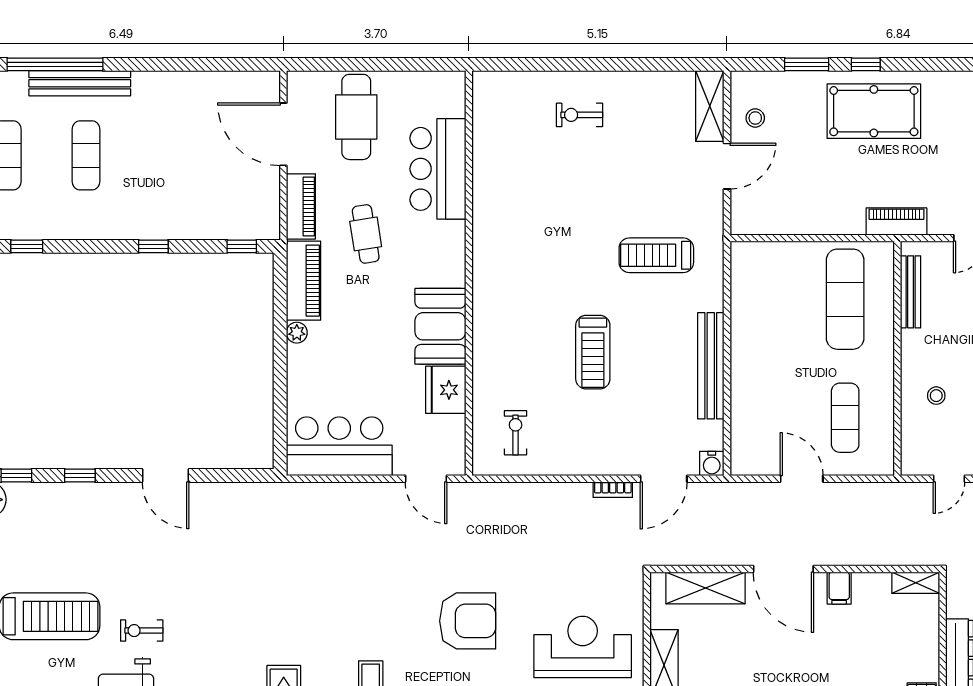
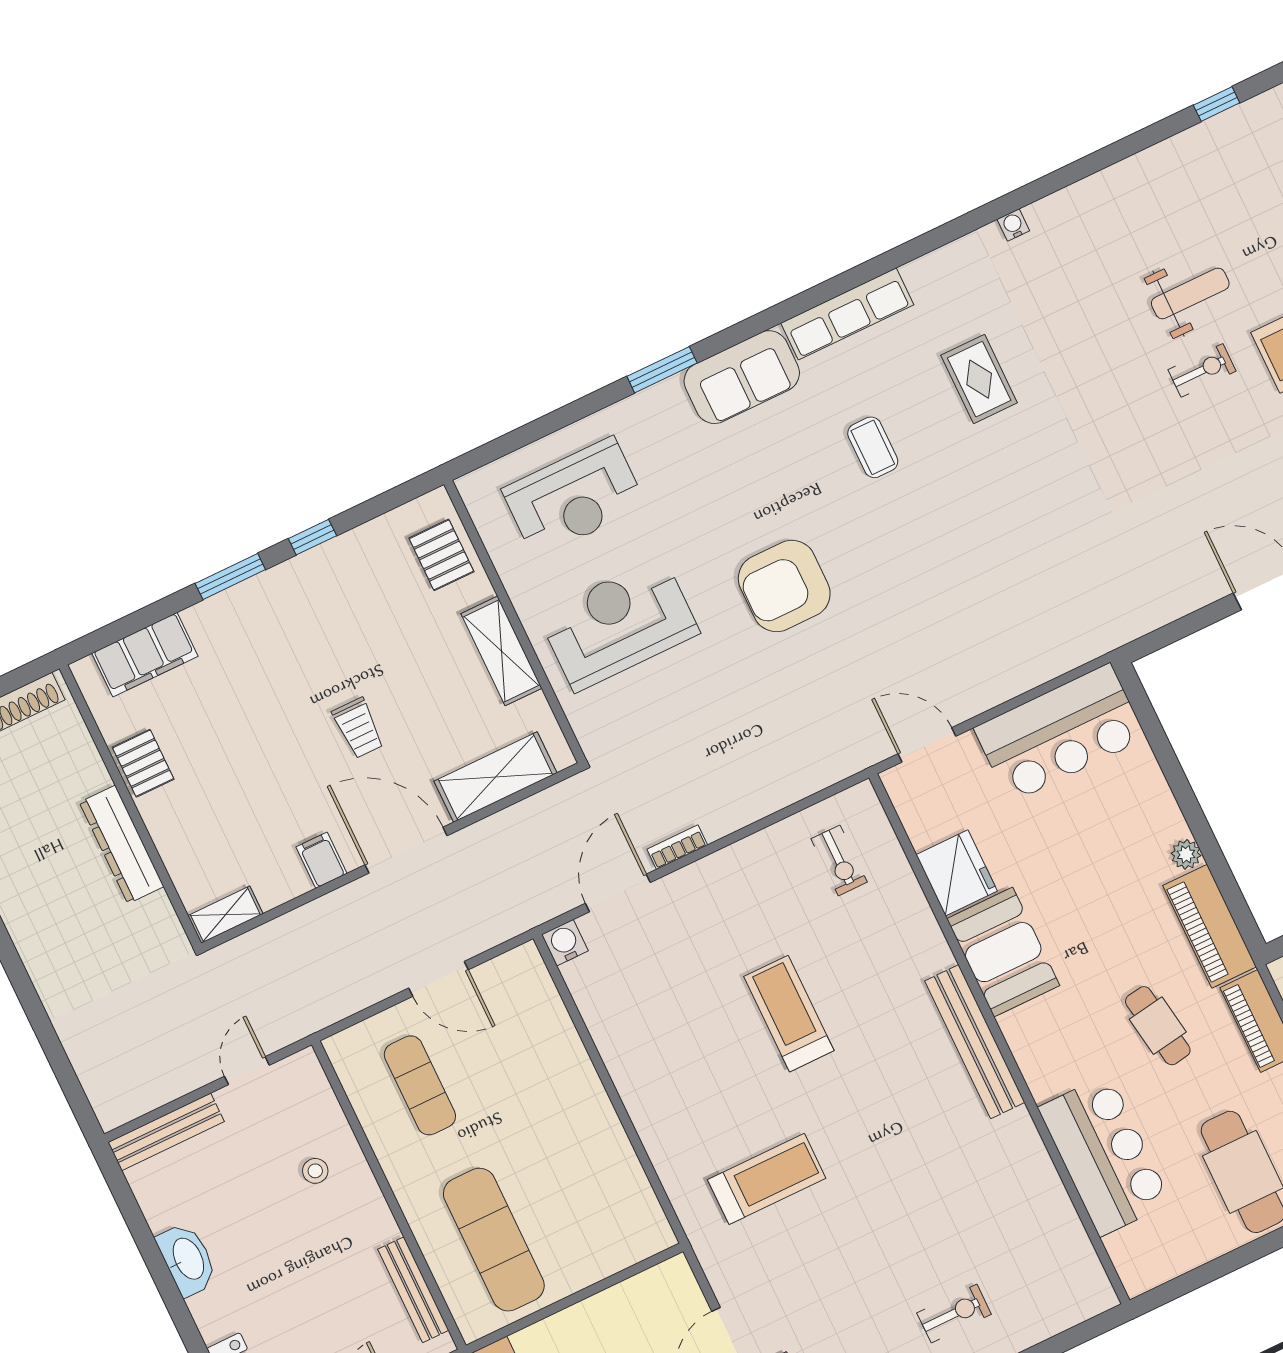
bench: (711, 366) -> (975, 1042), moved
reception desk: (583, 647) -> (619, 624), turned 180
trolley: (777, 660) -> (358, 728), added

